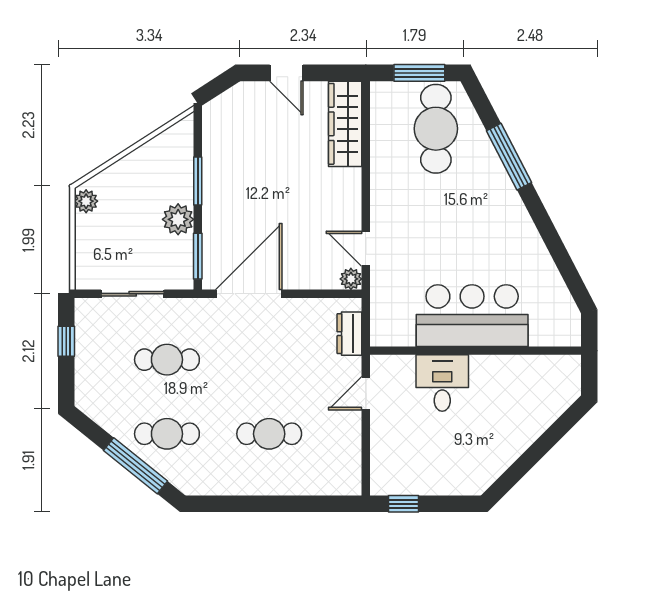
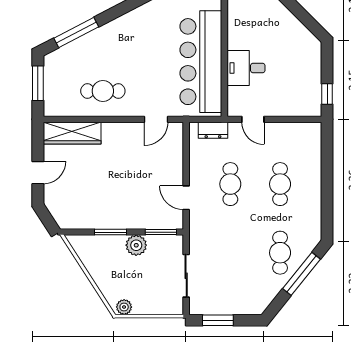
cafe table: (436, 129) -> (103, 91), moved, width x0.73, depth x0.74
window: (509, 157) -> (76, 33), moved
plant: (351, 279) -> (176, 129), removed
door: (249, 294) -> (186, 198), width x0.53
bar counter: (472, 316) -> (201, 62), width x1.36
window: (66, 341) -> (218, 320), width x1.50
cafe table: (167, 360) -> (230, 184), moved

